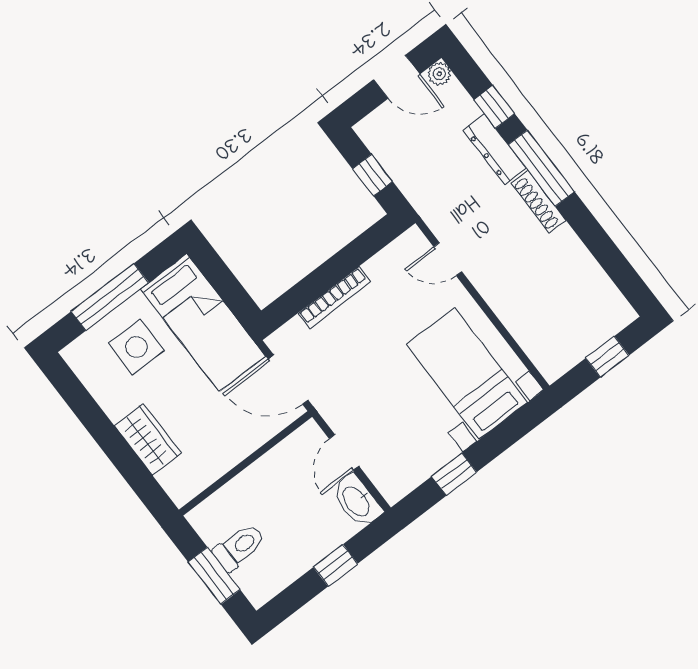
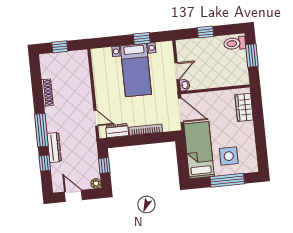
plant: (439, 74) -> (96, 183), moved
shoe rack: (538, 202) -> (47, 93), moved
dresser: (390, 261) -> (117, 131), added
bed with nightstands: (467, 373) -> (136, 70), moved
wardrobe: (148, 439) -> (244, 107), moved
washbasin: (357, 501) -> (185, 85), moved, width x0.52, depth x0.69
toilet: (239, 547) -> (235, 43), moved

